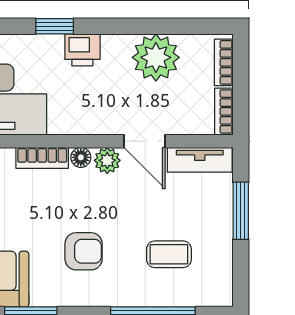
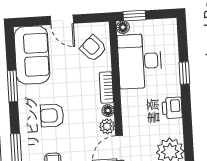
window: (55, 26) -> (184, 73), moved
armchair: (84, 251) -> (52, 115), turned 90

